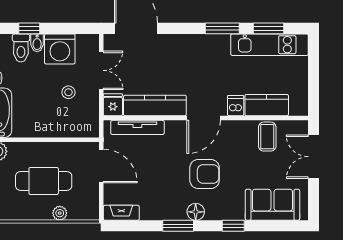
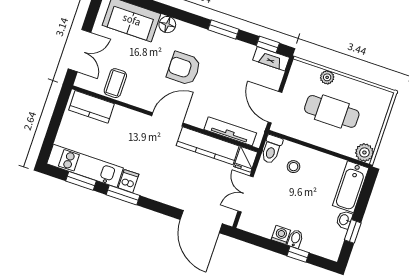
toilet: (21, 48) -> (272, 149), moved, turned 180
washing machine: (60, 49) -> (281, 235), width x0.53, depth x0.53
stool: (68, 92) -> (294, 167), moved
kitchen counter: (267, 105) -> (92, 107), moved
dishwasher: (236, 106) -> (128, 181), moved, turned 180
floor lamp: (196, 212) -> (167, 25), moved
window: (233, 226) -> (268, 44), moved

